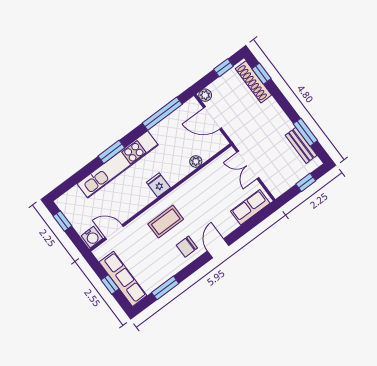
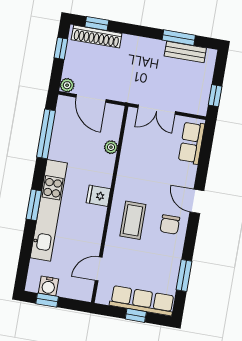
door: (212, 118) -> (91, 98), hinge flipped
window: (306, 182) -> (215, 96), moved
water cooler: (92, 237) -> (48, 286), moved, turned 90

